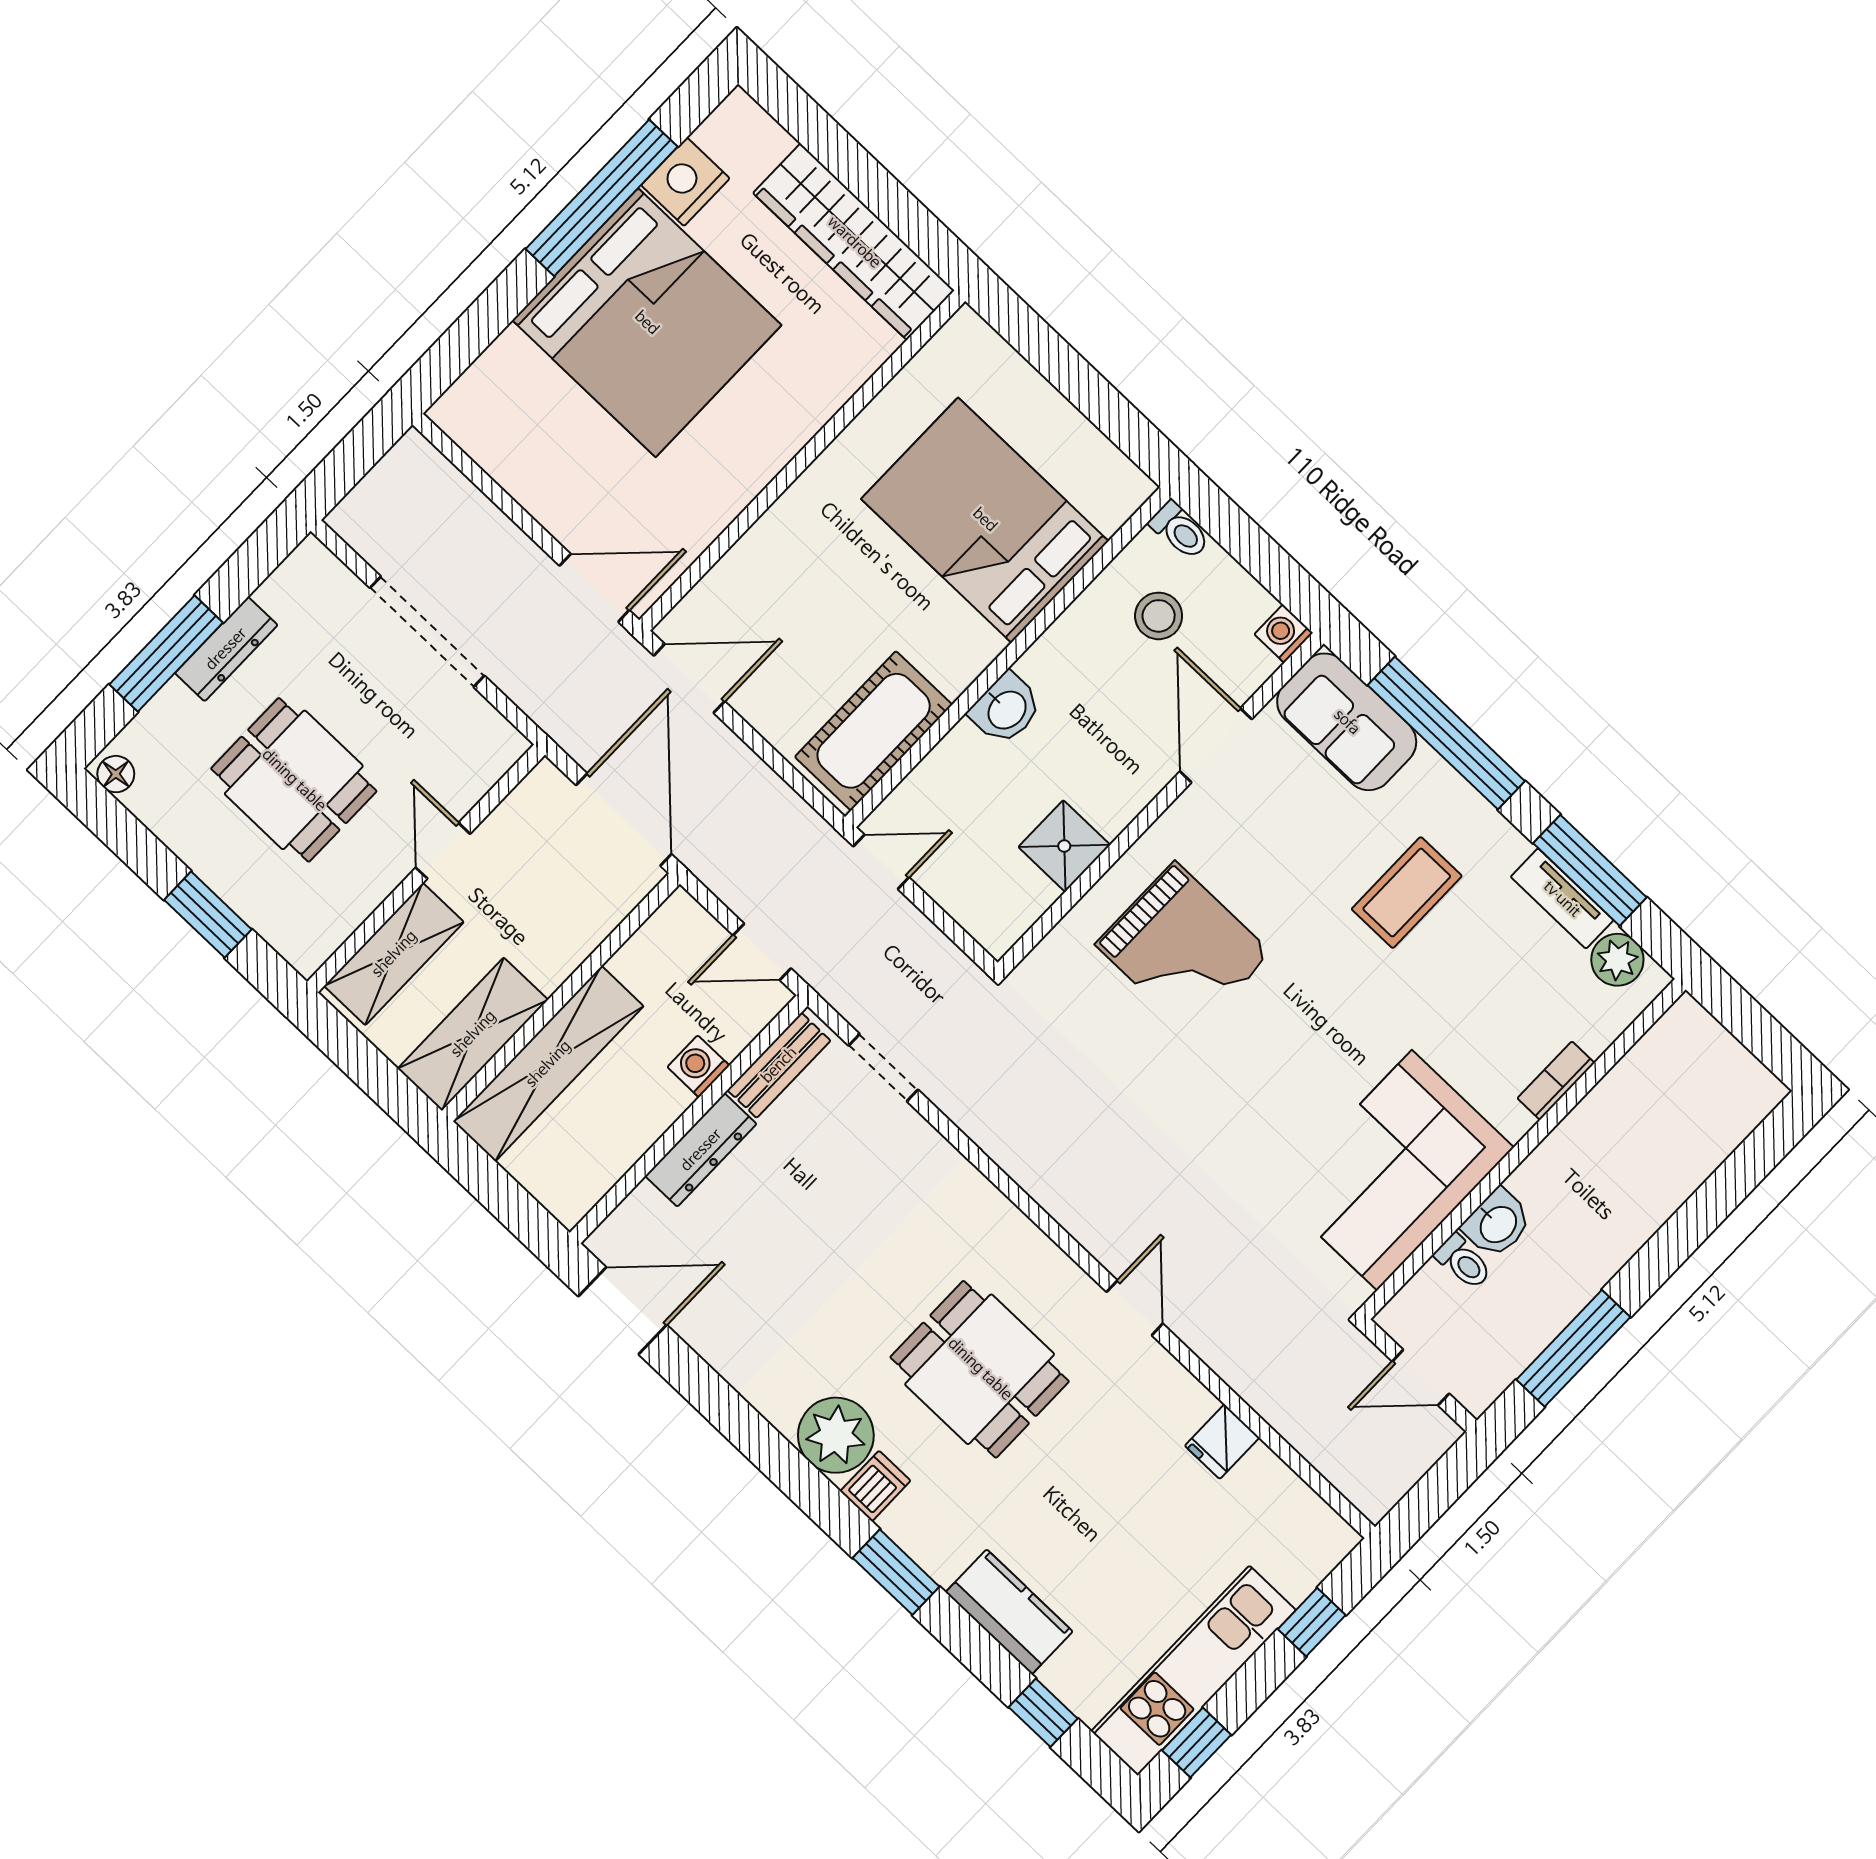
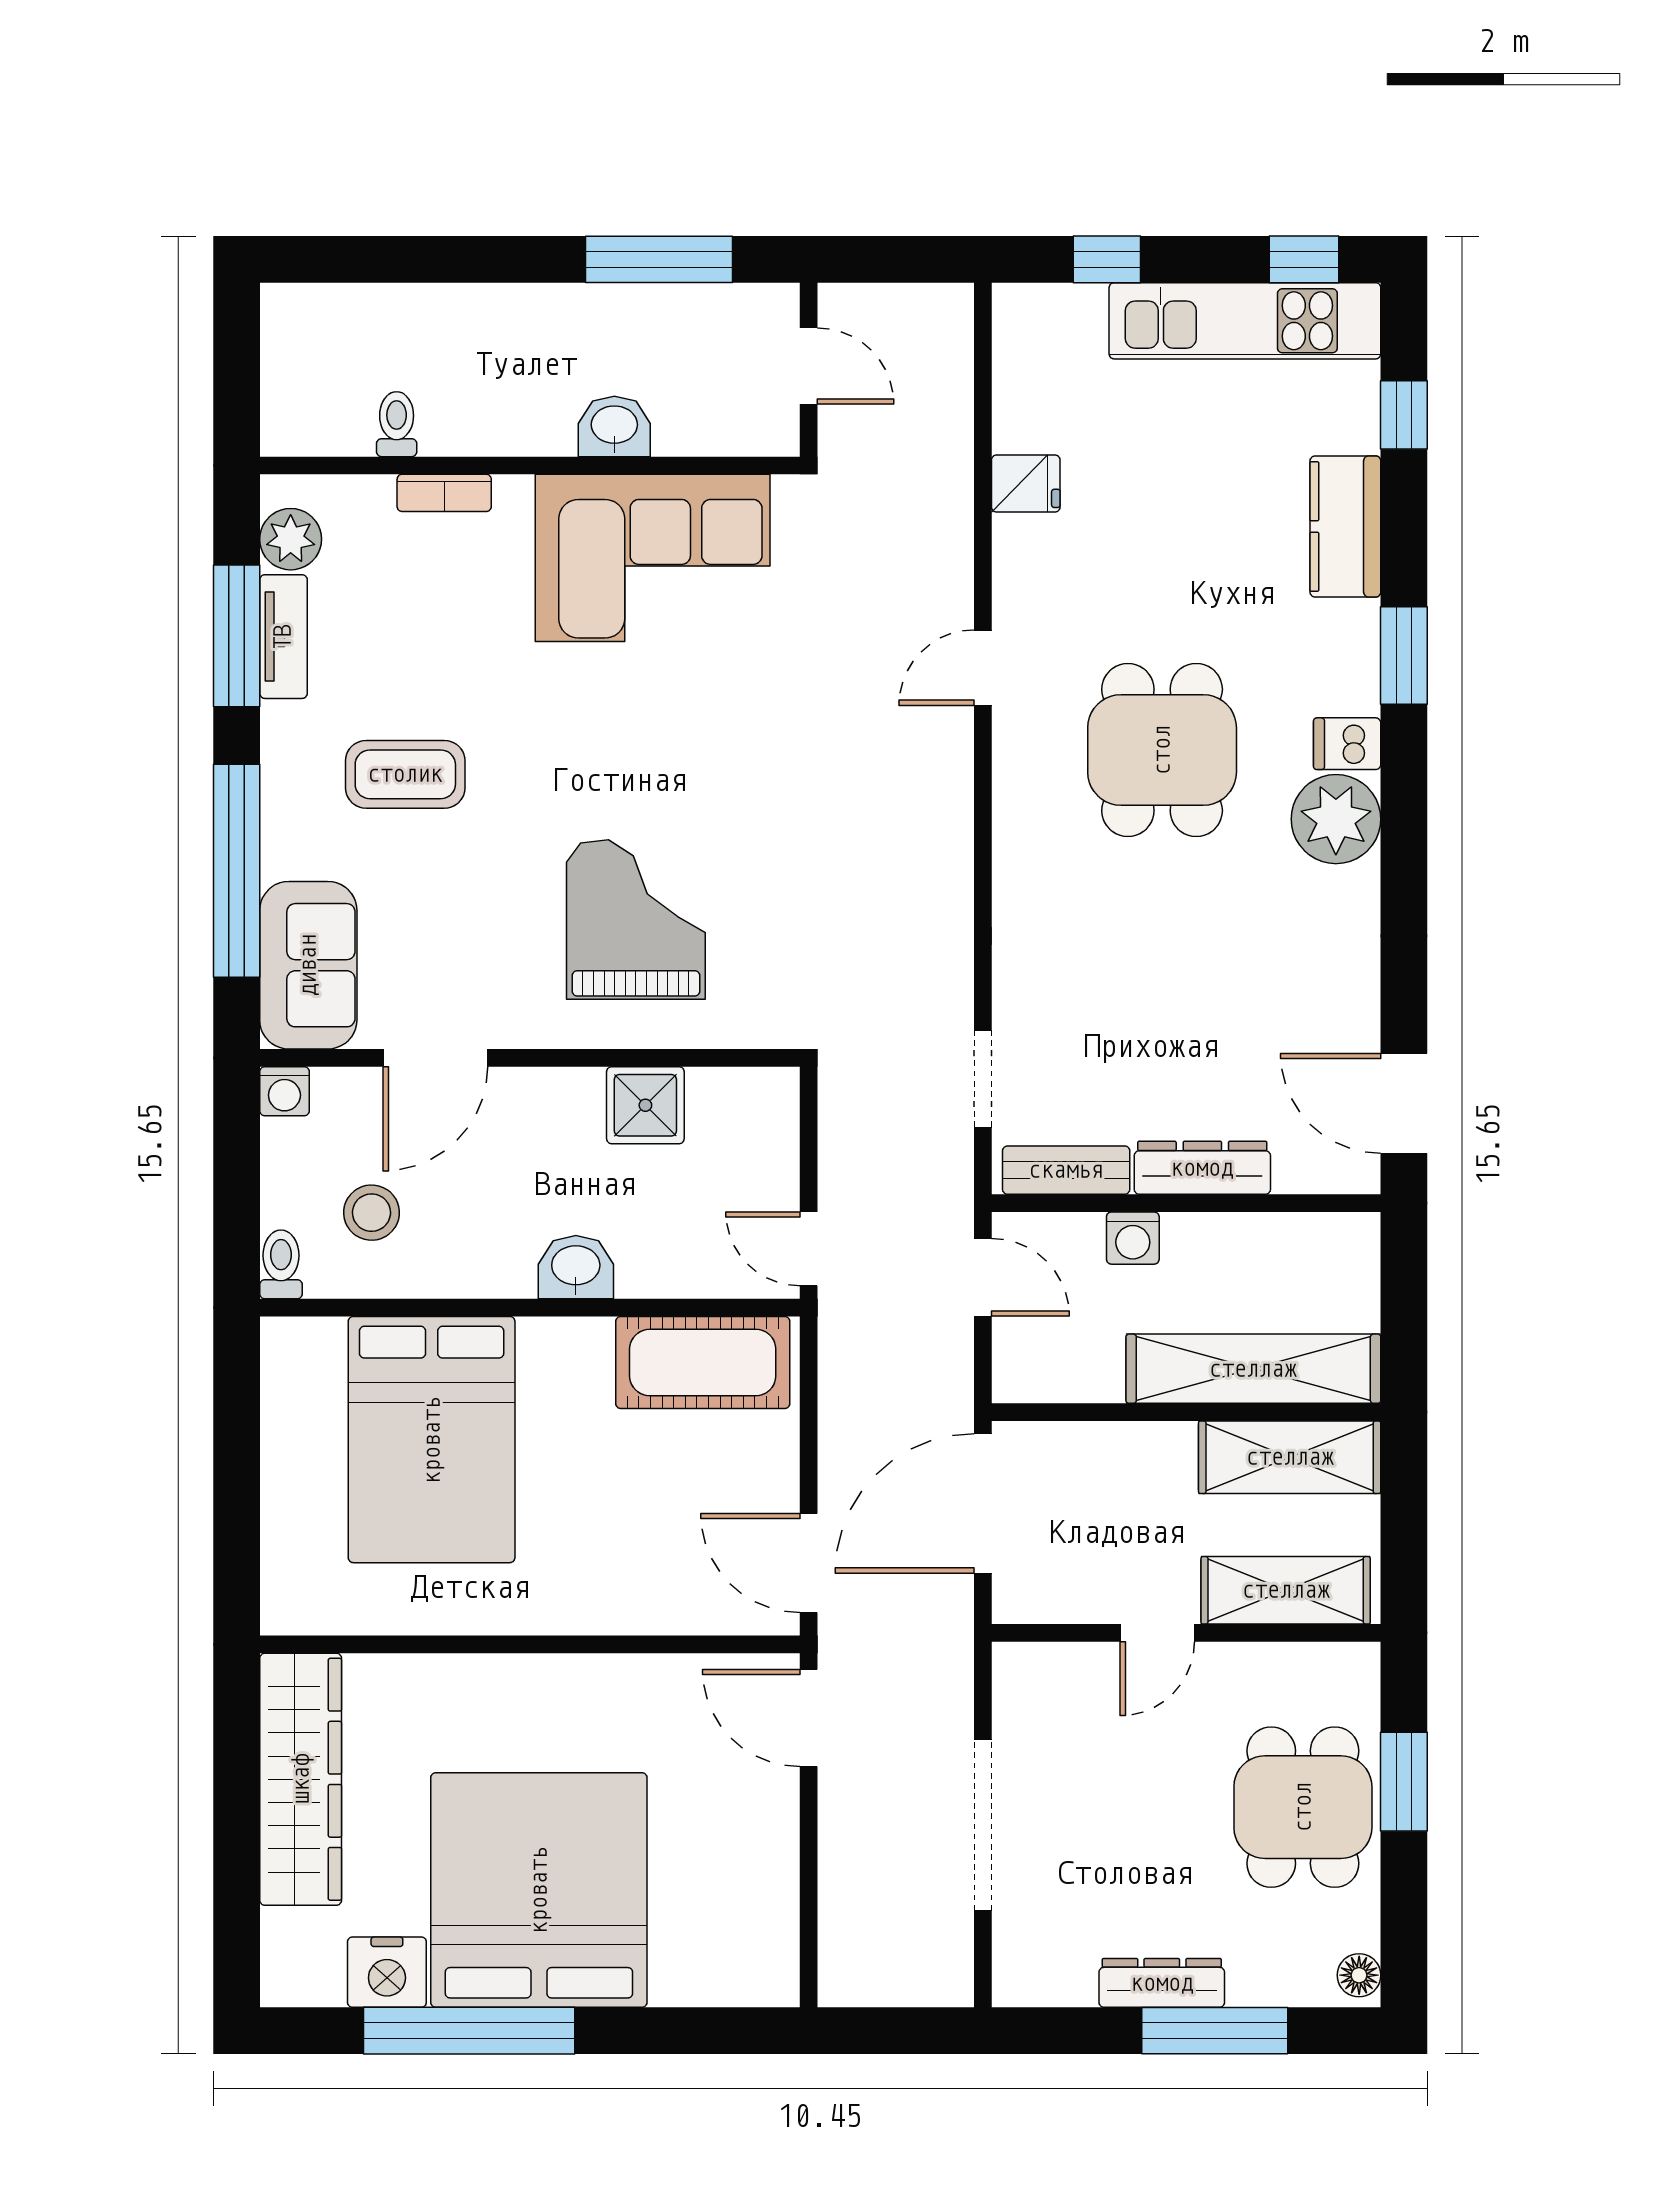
dining table: (294, 780) -> (1303, 1807), moved
toilet: (1463, 1262) -> (397, 424), moved

